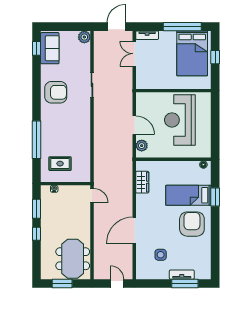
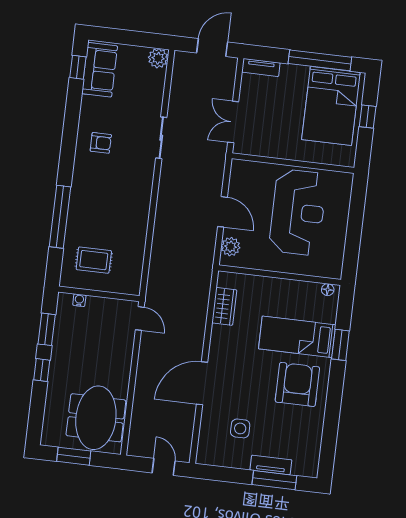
double door: (134, 54) -> (233, 122), moved
armchair: (56, 92) -> (101, 143), width x0.53, depth x0.53
reception desk: (180, 120) -> (298, 212), turned 180

